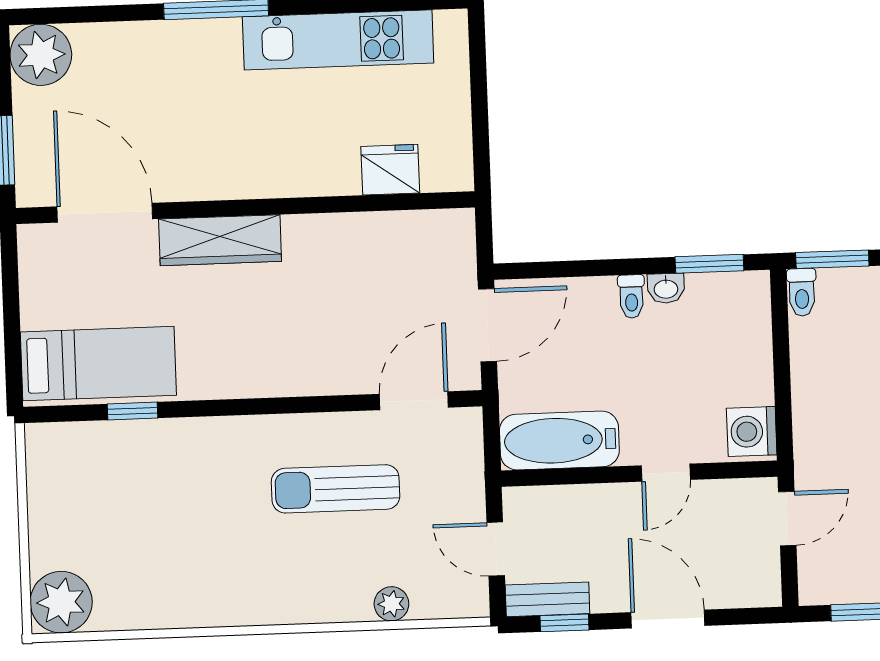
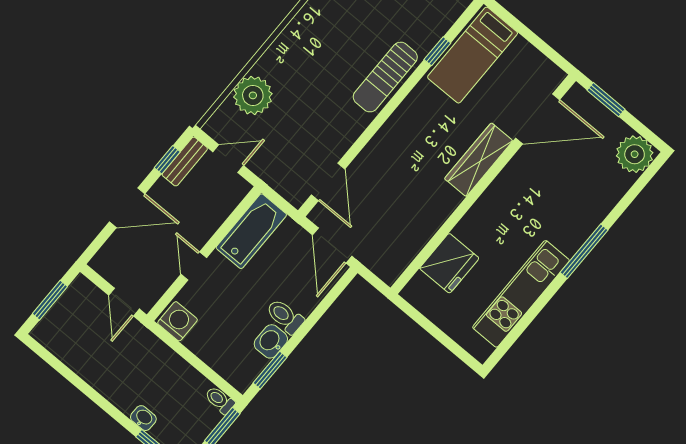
fridge: (390, 170) -> (449, 263), width x1.36, depth x1.34
washbasin: (666, 288) -> (271, 341), width x1.38, depth x1.45
toilet: (631, 296) -> (285, 316), width x1.37, depth x1.39
sun lounger: (336, 489) -> (385, 77), moved, turned 180
plant: (391, 604) -> (253, 95), width x1.88, depth x1.88

